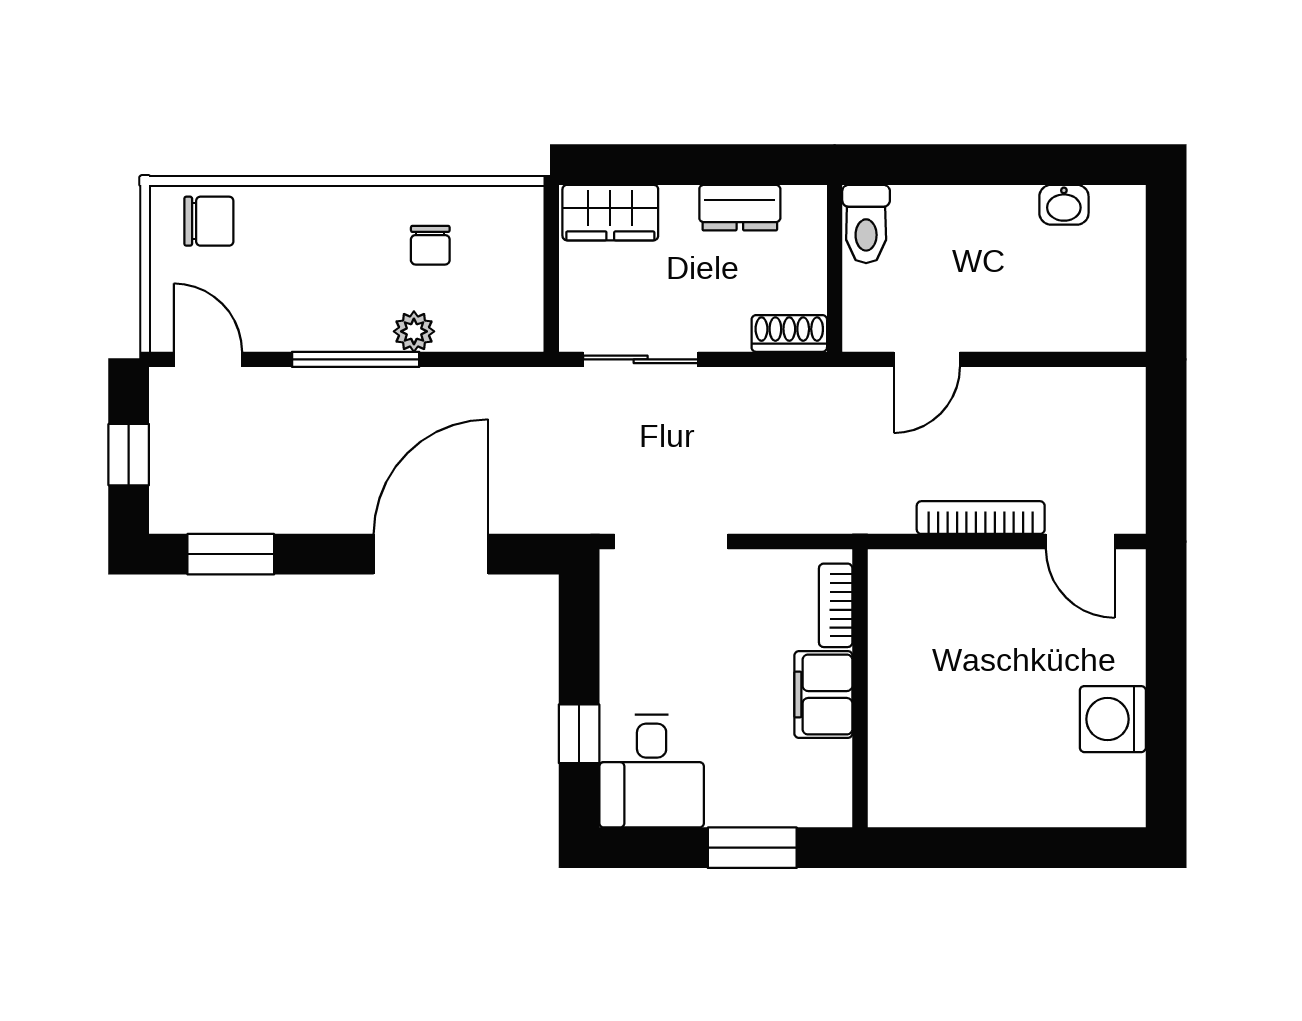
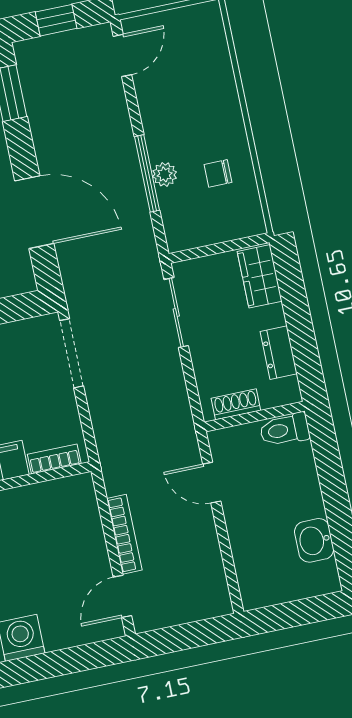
washbasin: (1064, 205) -> (314, 540), width x1.38, depth x1.45
chair: (209, 221) -> (205, 39), removed
shoe rack: (789, 333) -> (236, 404), moved, turned -90
window: (356, 359) -> (147, 173), moved

